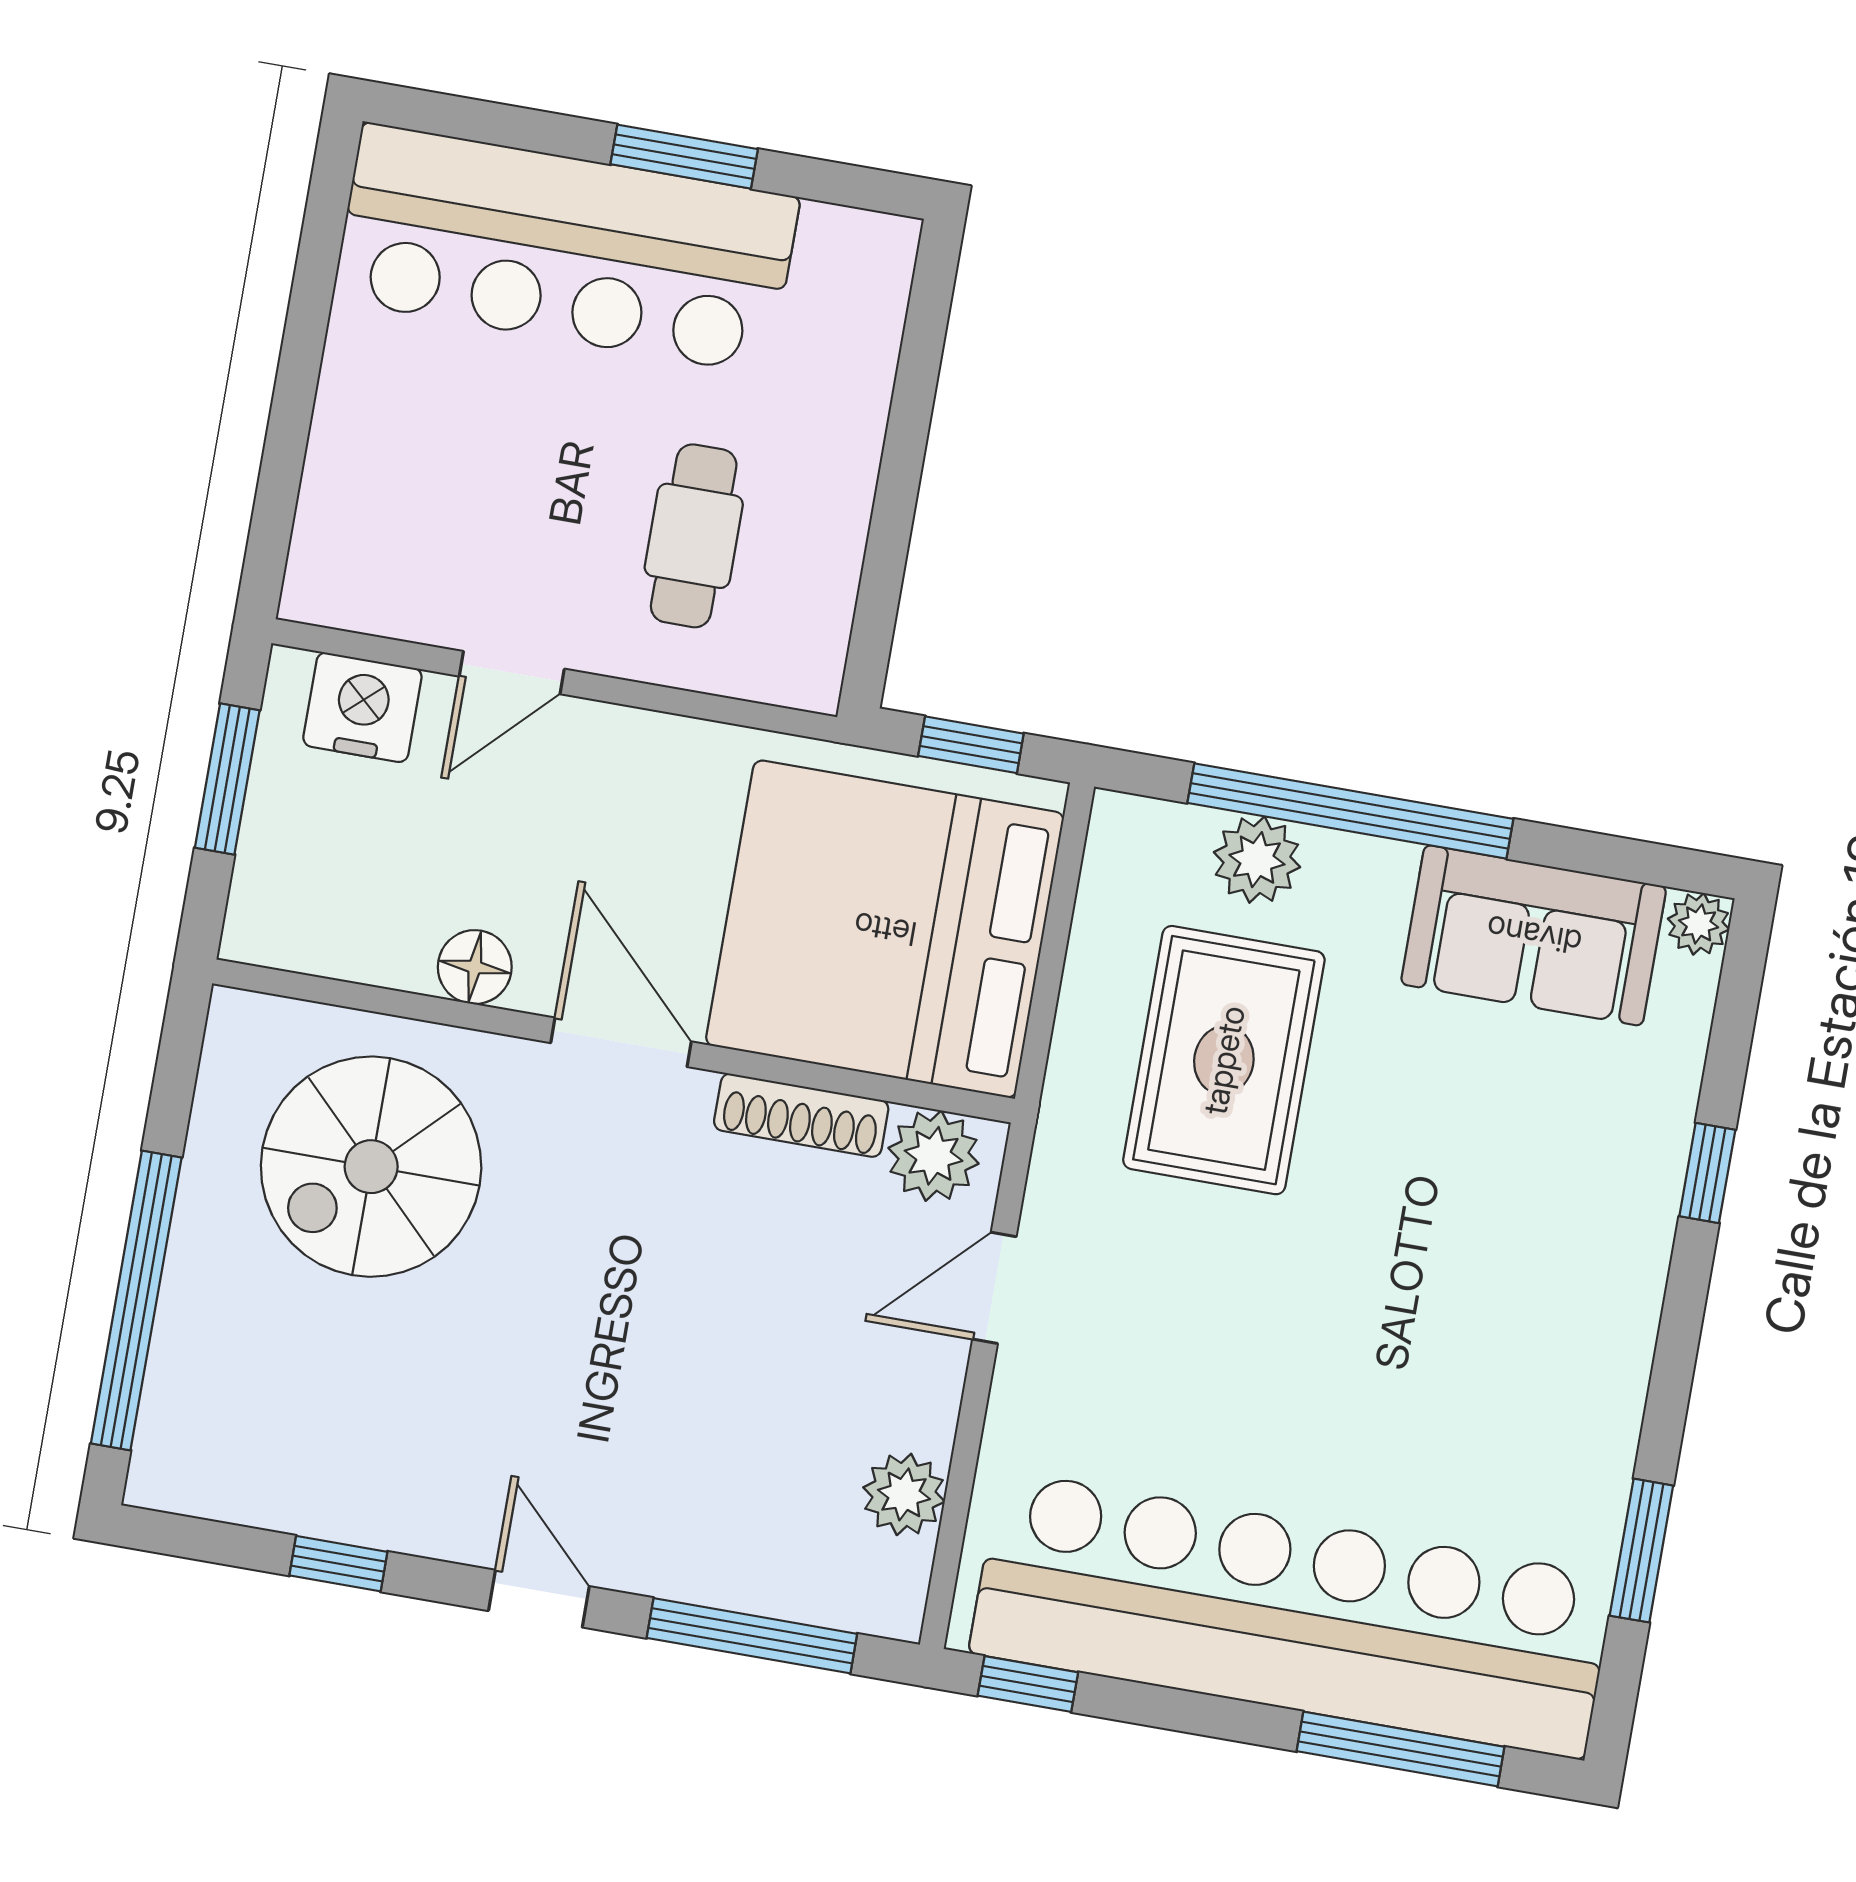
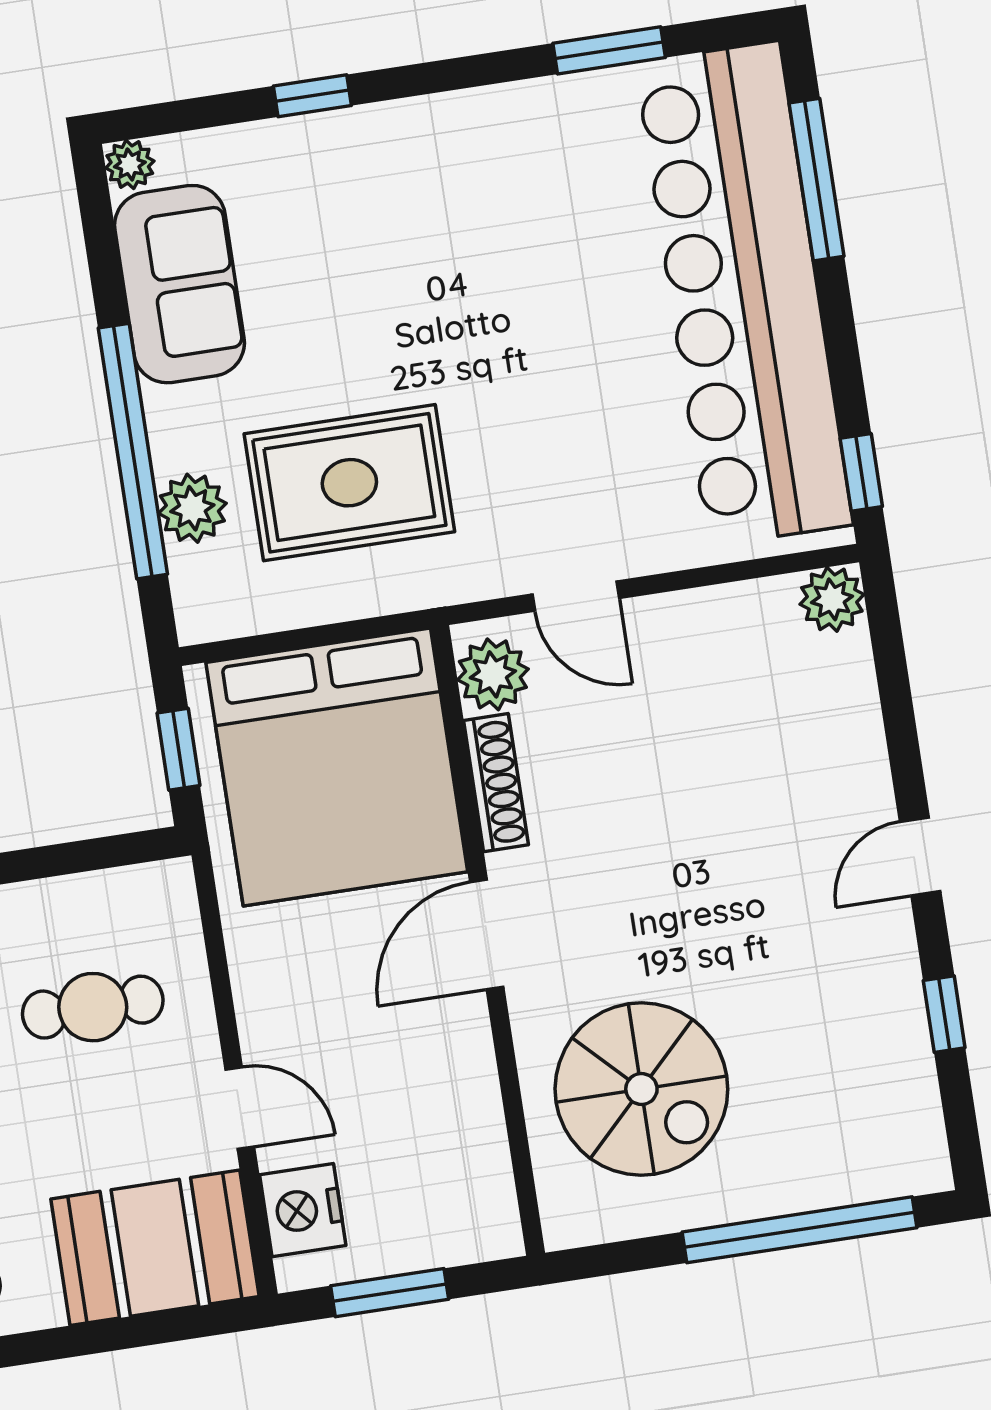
booth: (377, 513) -> (155, 1248), added
floor lamp: (475, 967) -> (467, 1062), removed
plant: (904, 1494) -> (832, 599), moved
window: (752, 1636) -> (894, 689), removed

